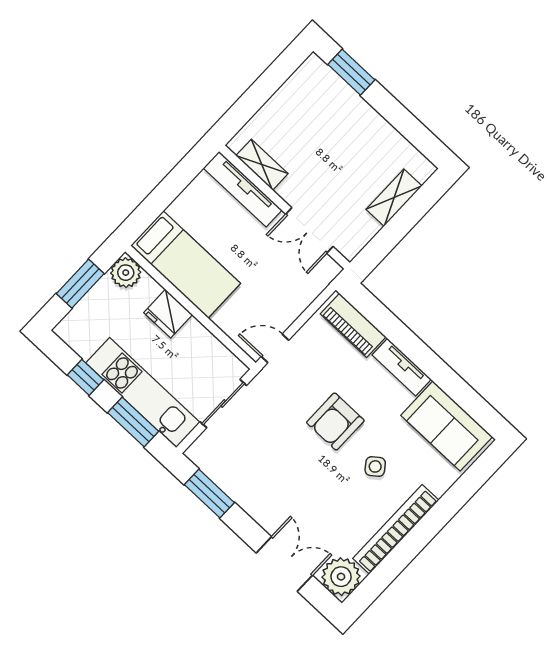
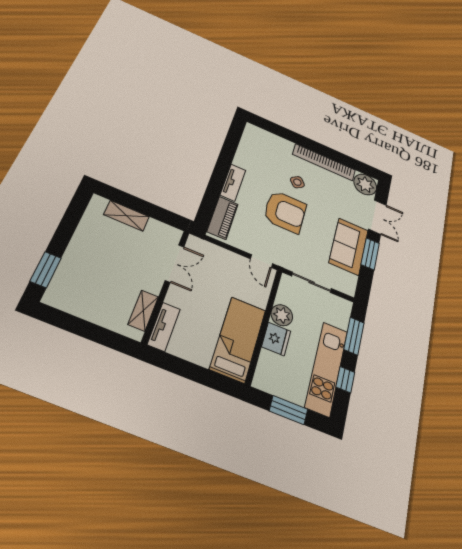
tv unit: (243, 189) -> (164, 327), width x0.71
plant: (126, 273) -> (282, 315), moved
kitchen unit: (143, 393) -> (327, 368), moved
armchair: (335, 422) -> (285, 212), width x1.36, depth x1.36
sofa: (447, 426) -> (349, 246), moved, turned 180
window: (209, 494) -> (370, 254), moved
double door: (284, 564) -> (377, 217), swing flipped

